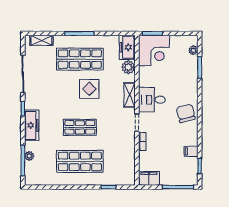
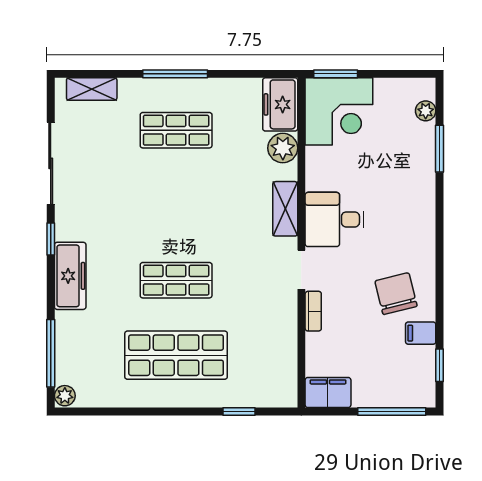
shop shelf: (80, 59) -> (176, 130), width x0.70, depth x0.74
display table: (89, 89) -> (197, 196), removed
chair: (186, 113) -> (396, 294), moved
plant: (29, 156) -> (65, 396), moved

